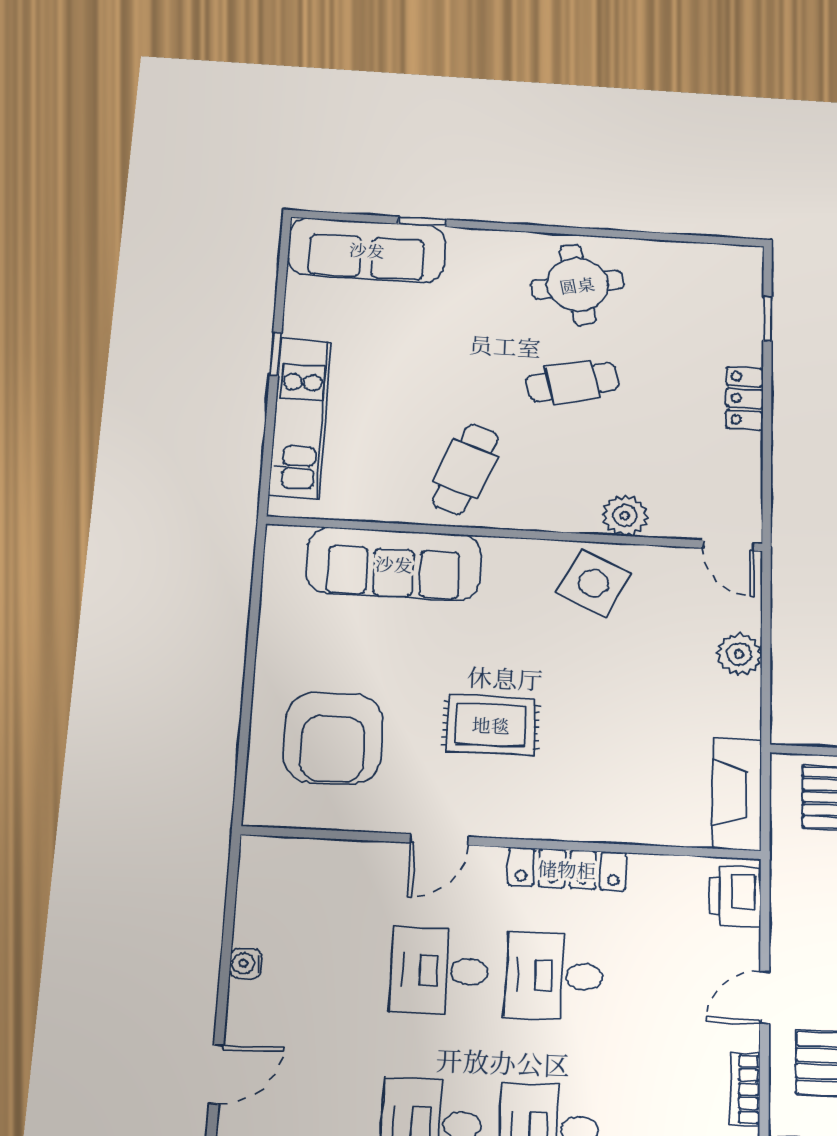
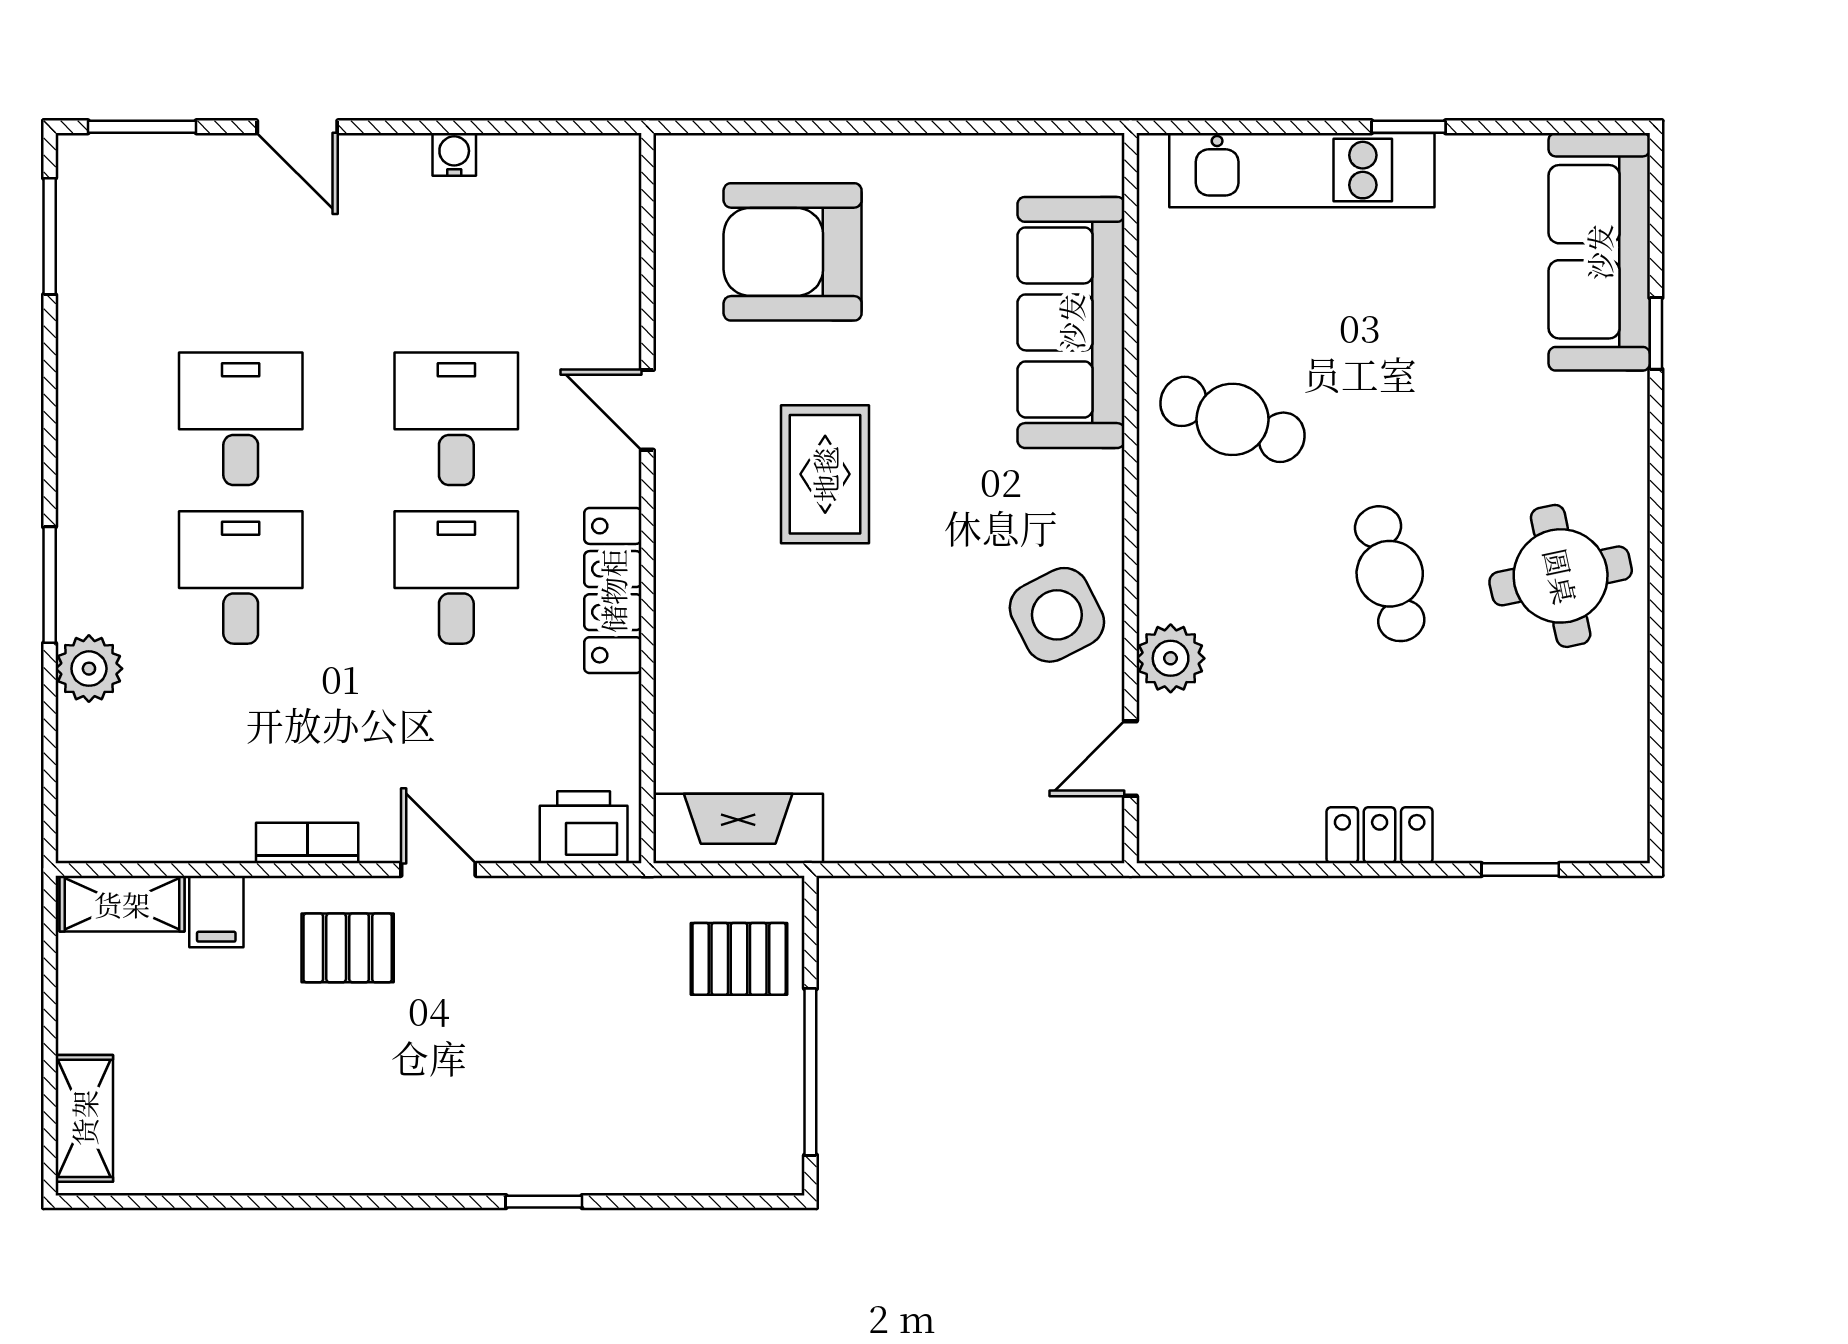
door: (728, 546) -> (1131, 758), moved
side table: (594, 583) -> (1057, 615), turned 37
plant: (739, 654) -> (956, 830), removed

